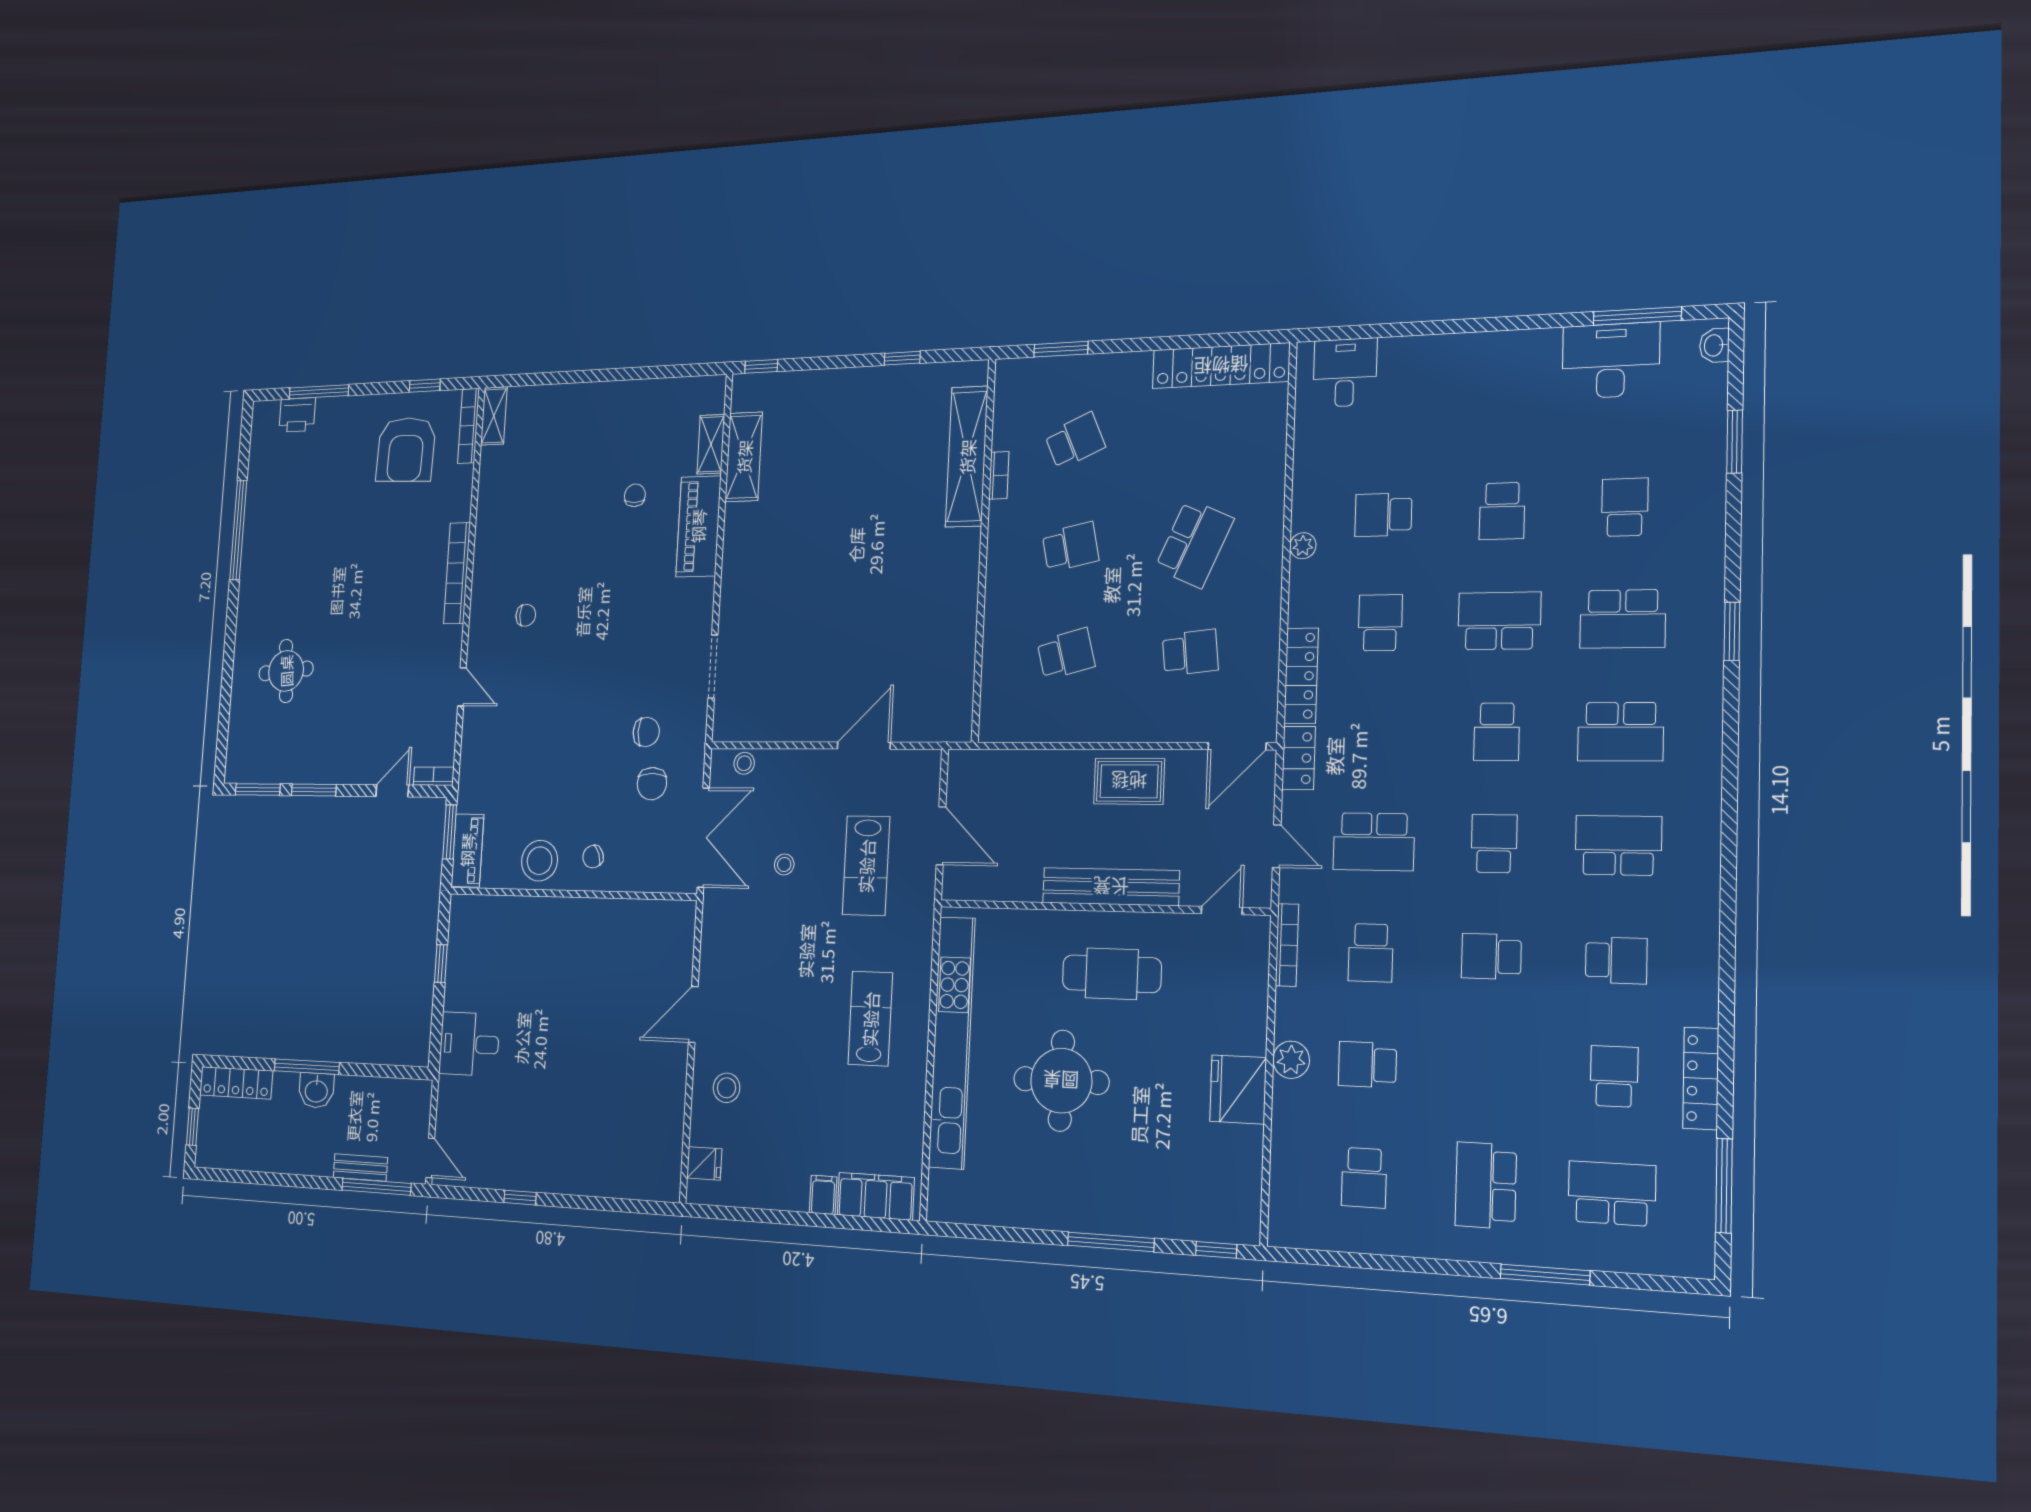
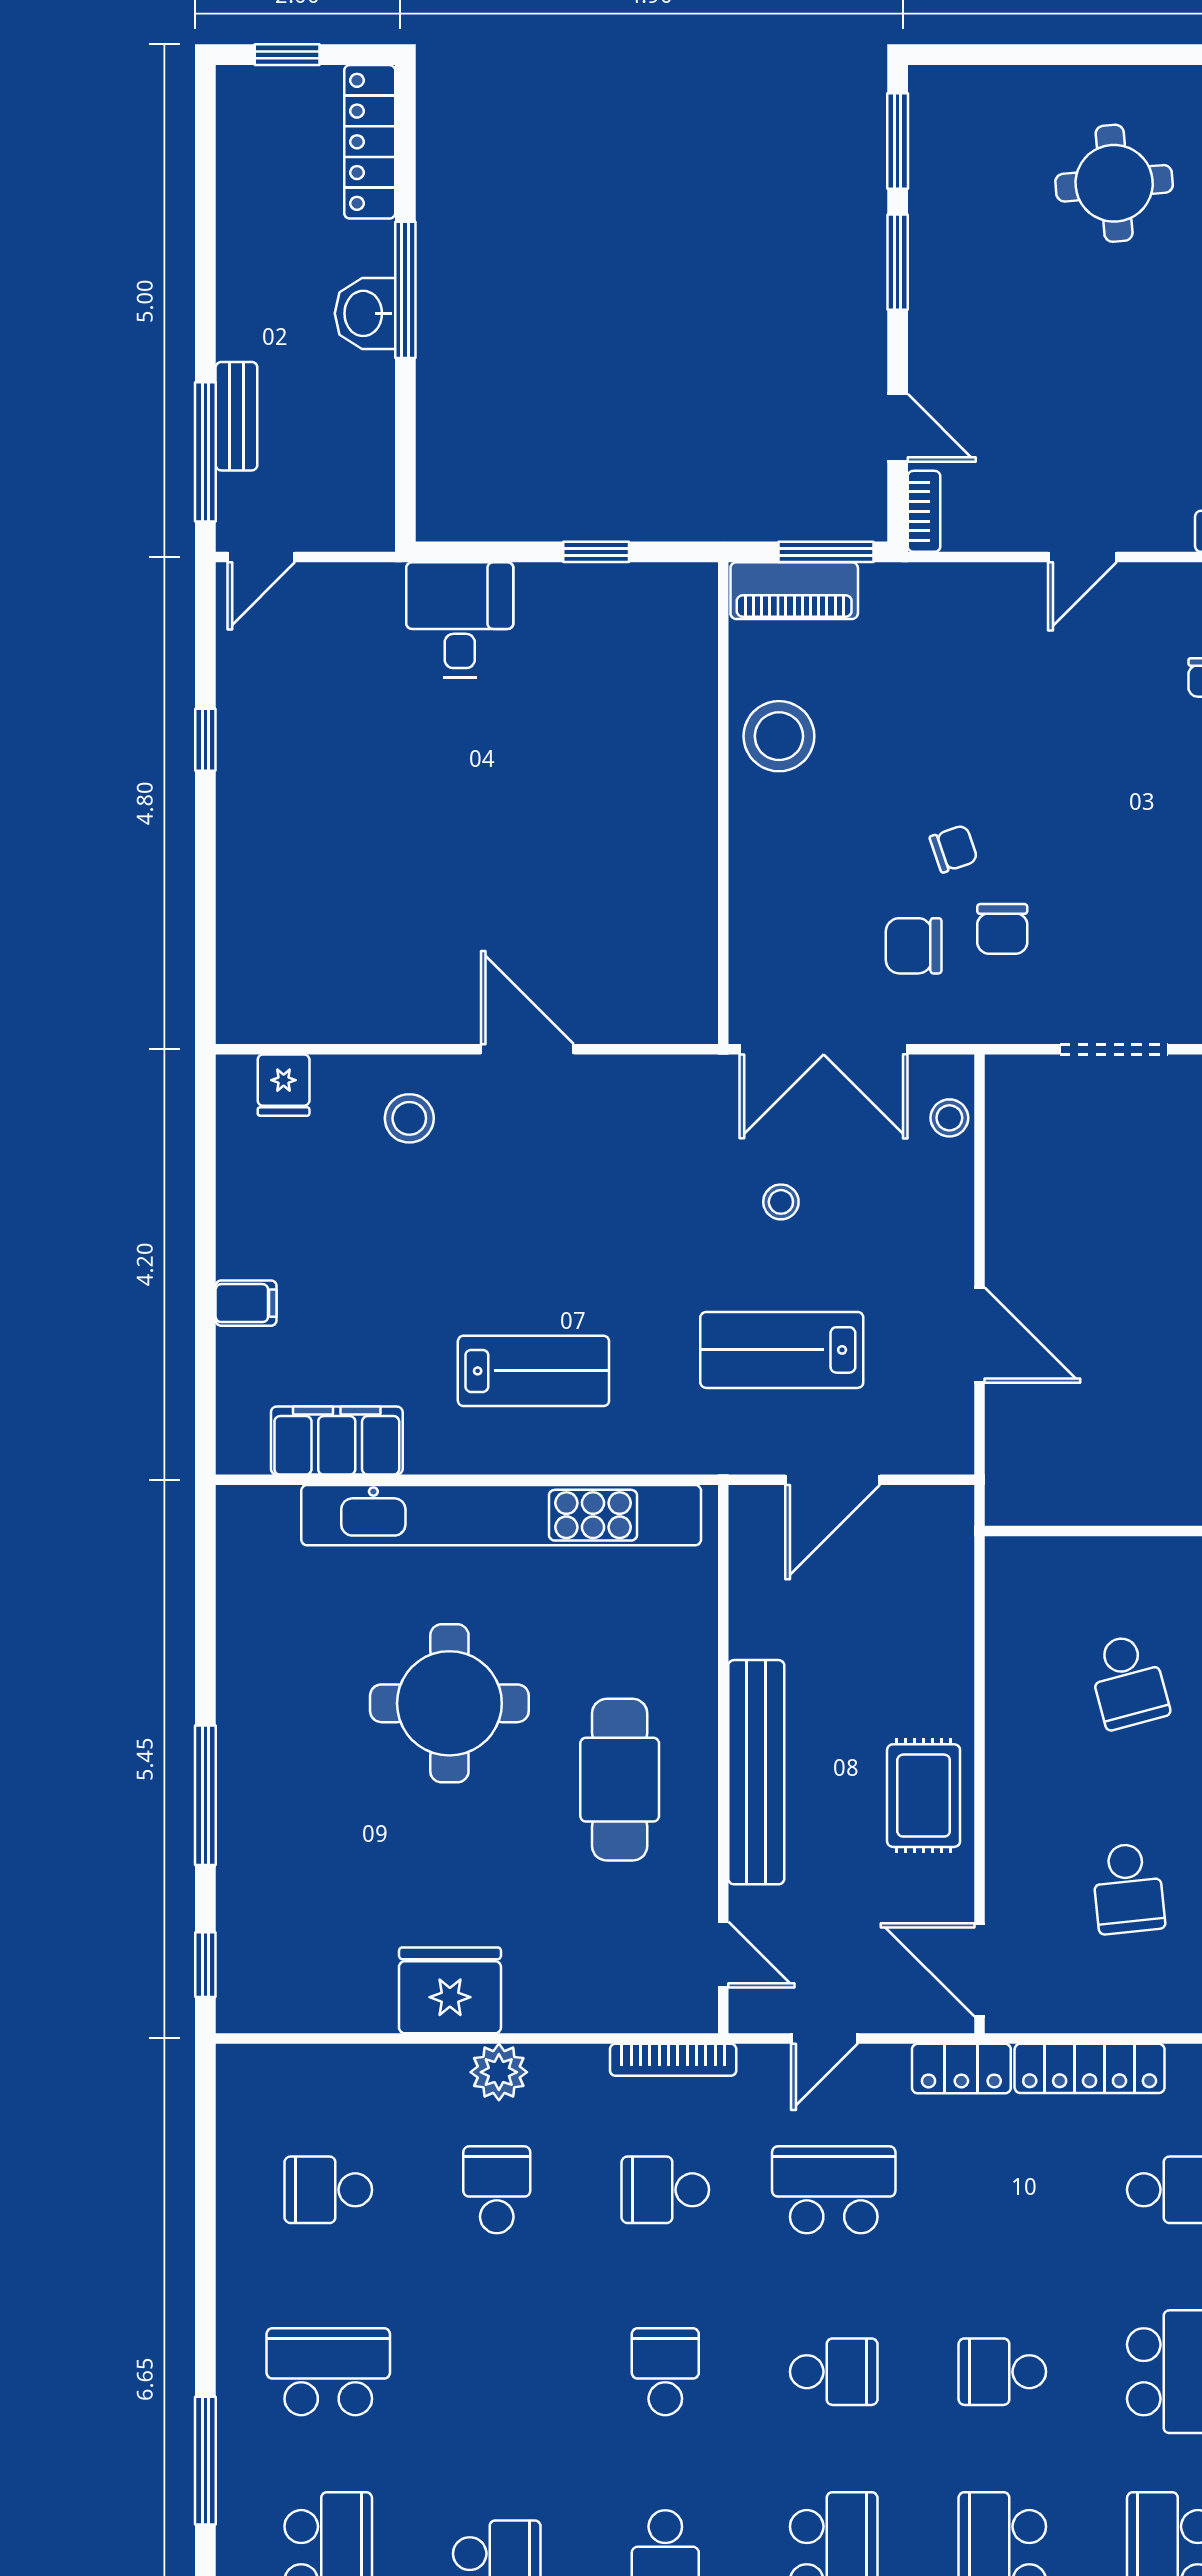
school desk: (1374, 842) -> (834, 2190), turned 90
chair: (593, 857) -> (954, 849), moved, turned 92
filing cabinet: (876, 1196) -> (337, 1441), moved, turned -90

